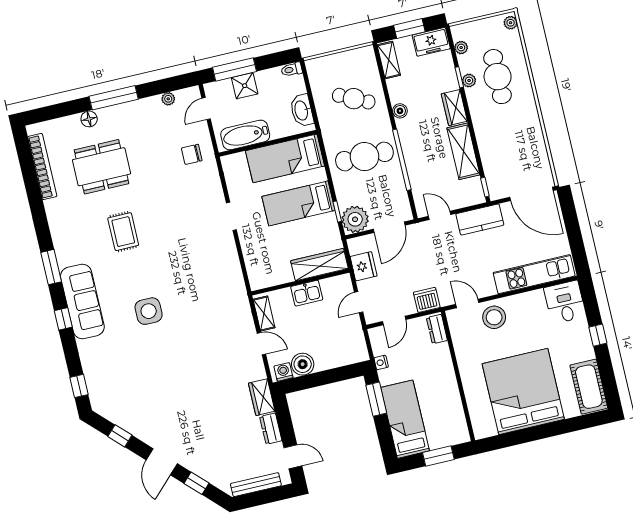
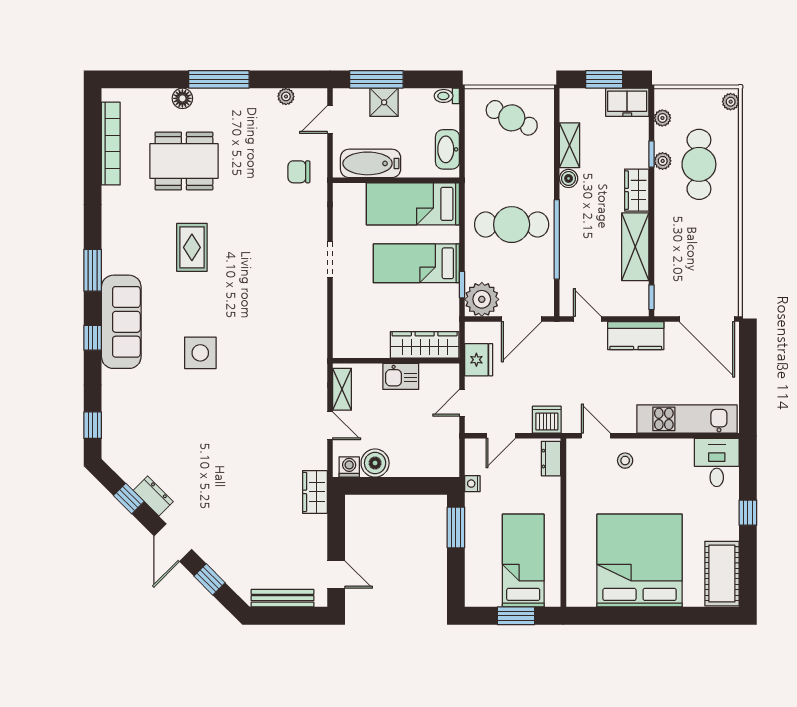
shelving: (389, 60) -> (569, 145), moved
cafe table: (354, 99) -> (512, 118), moved
stool: (494, 317) -> (625, 461), width x0.53, depth x0.53
bed: (405, 419) -> (523, 561), moved
dresser: (271, 429) -> (153, 496), moved, turned 135

